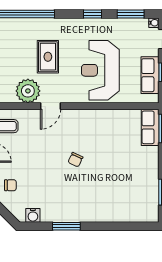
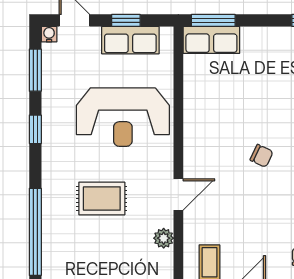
plant: (28, 91) -> (164, 238), width x0.53, depth x0.53
door: (50, 106) -> (178, 194), hinge flipped

